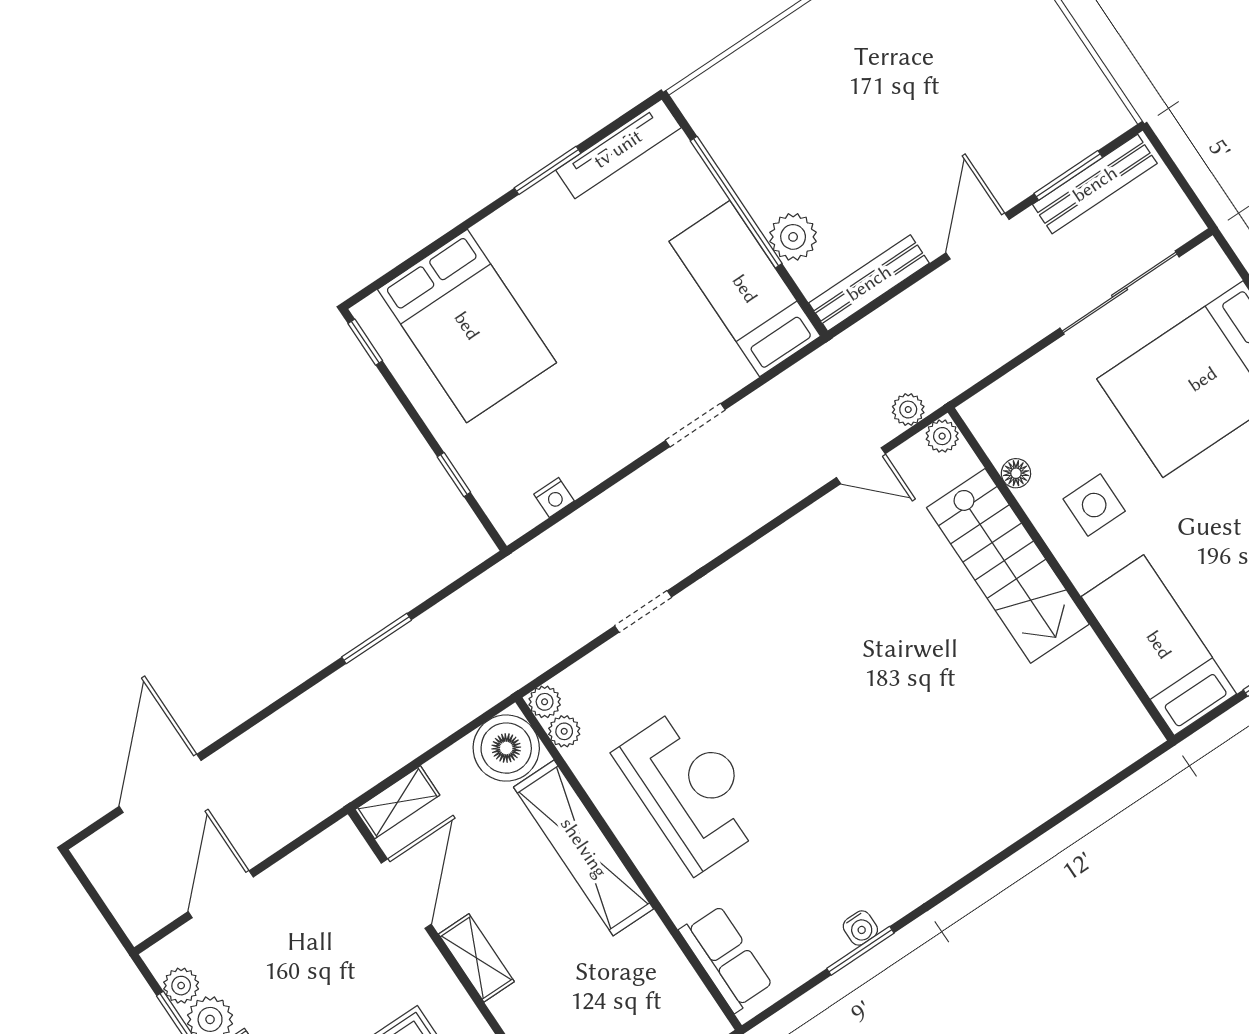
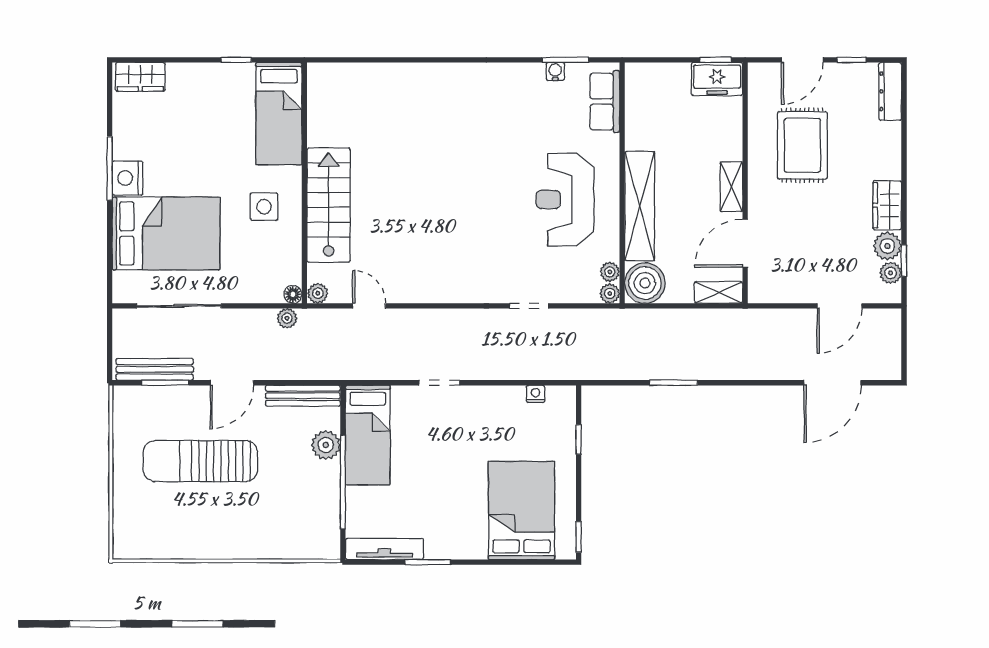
sun lounger: (949, 101) -> (200, 461), added
plant: (908, 410) -> (287, 318), moved
floor lamp: (1016, 473) -> (293, 294), moved
water cooler: (860, 928) -> (555, 71), moved
window: (860, 951) -> (565, 60), moved

